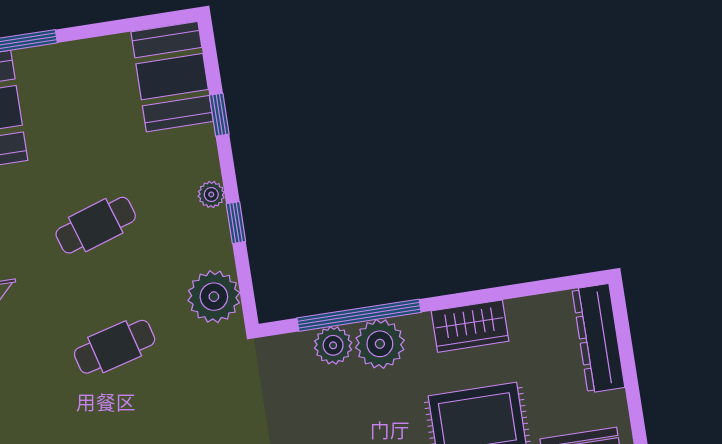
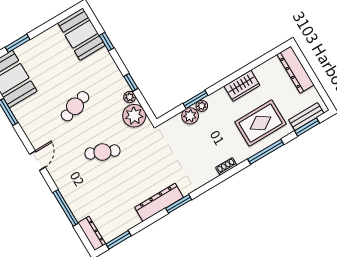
plant: (211, 194) -> (130, 97), moved
window: (359, 315) -> (196, 99), width x0.47
plant: (380, 344) -> (202, 106), width x0.53, depth x0.53
cafe table: (115, 347) -> (102, 152), turned 39

